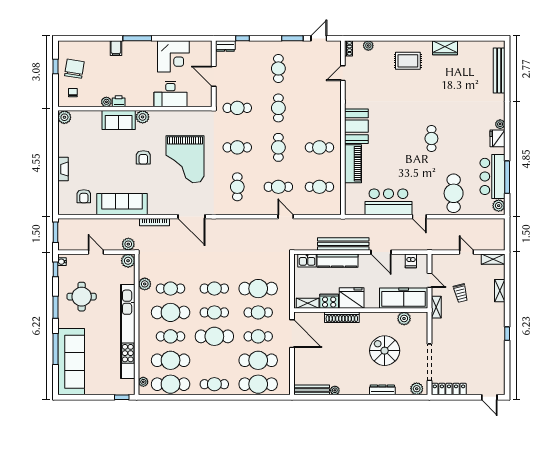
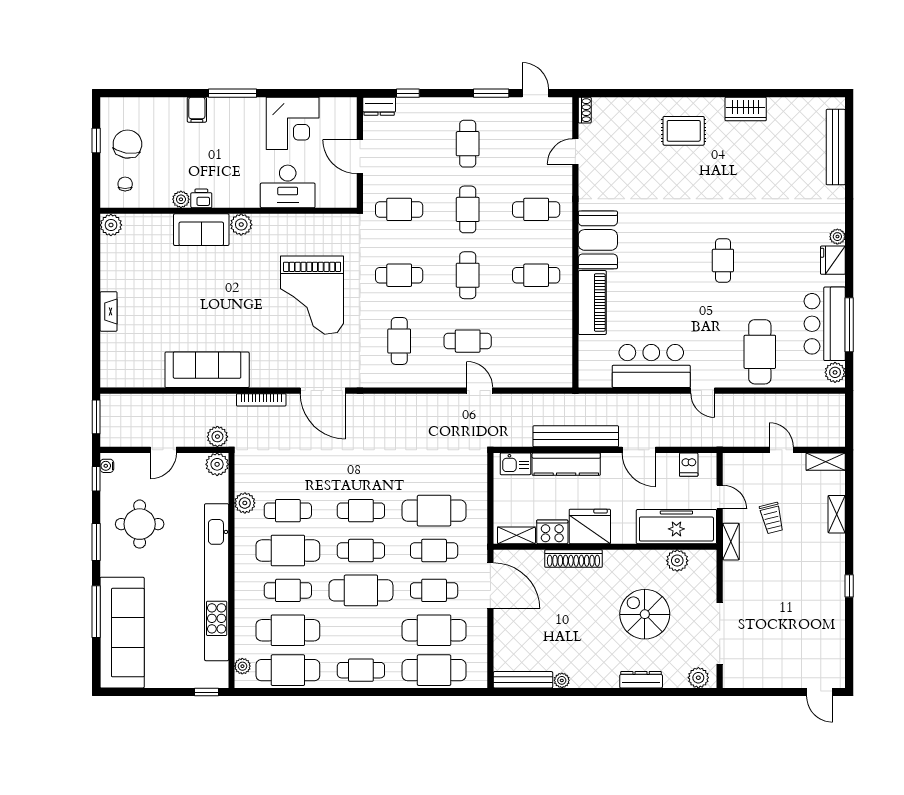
door: (319, 38) -> (535, 93), hinge flipped
plant: (368, 46) -> (618, 105), removed
armchair: (143, 157) -> (242, 292), removed
cafe table: (319, 187) -> (536, 209), moved
armchair: (84, 196) -> (143, 357), removed
door: (96, 252) -> (163, 450), swing flipped
locker: (449, 389) -> (752, 678), removed

